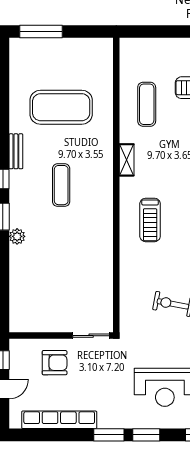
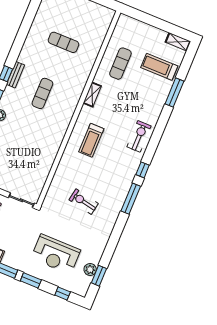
exercise mat: (61, 107) -> (64, 42), width x0.50, depth x0.69
bench: (16, 151) -> (15, 75), moved

